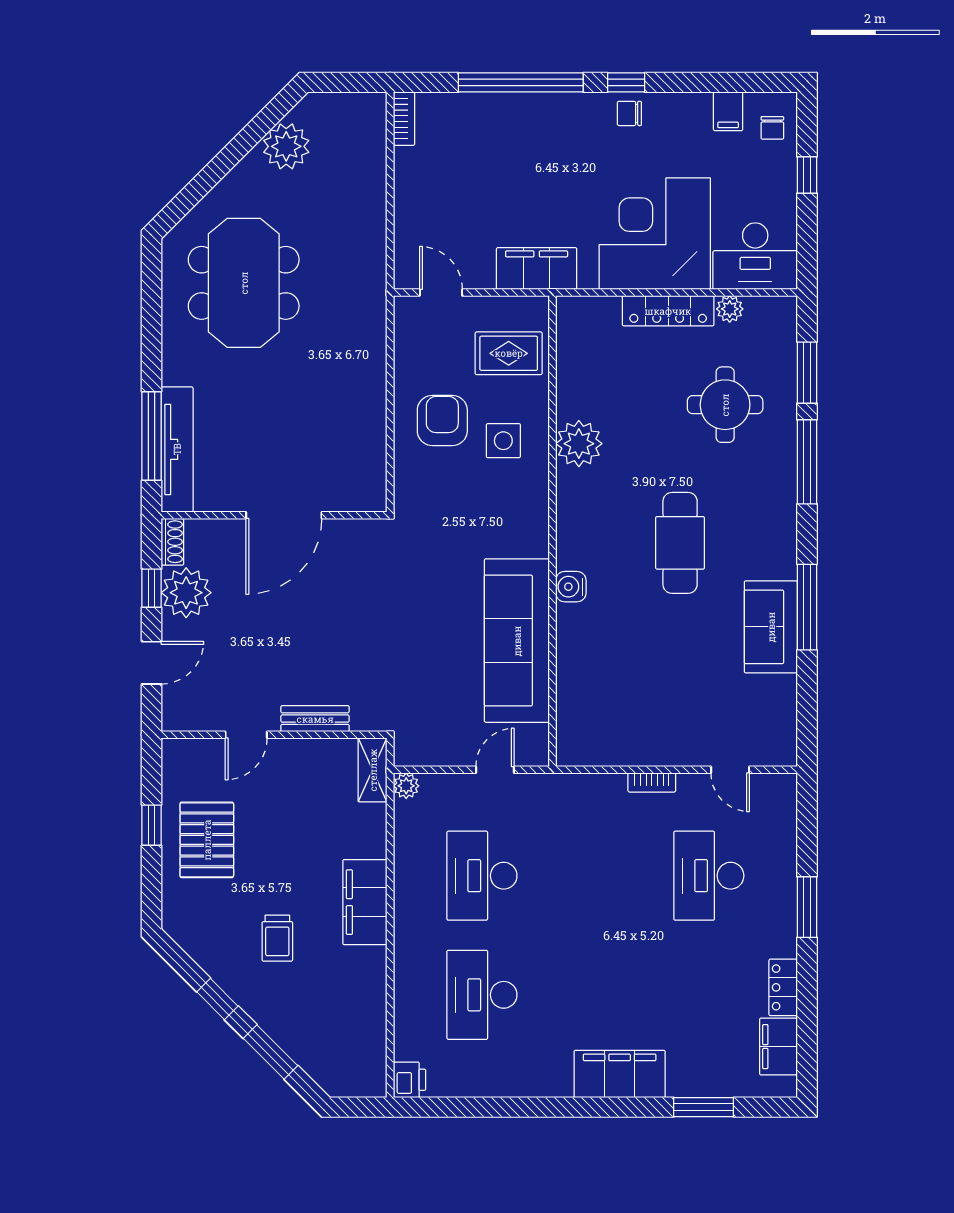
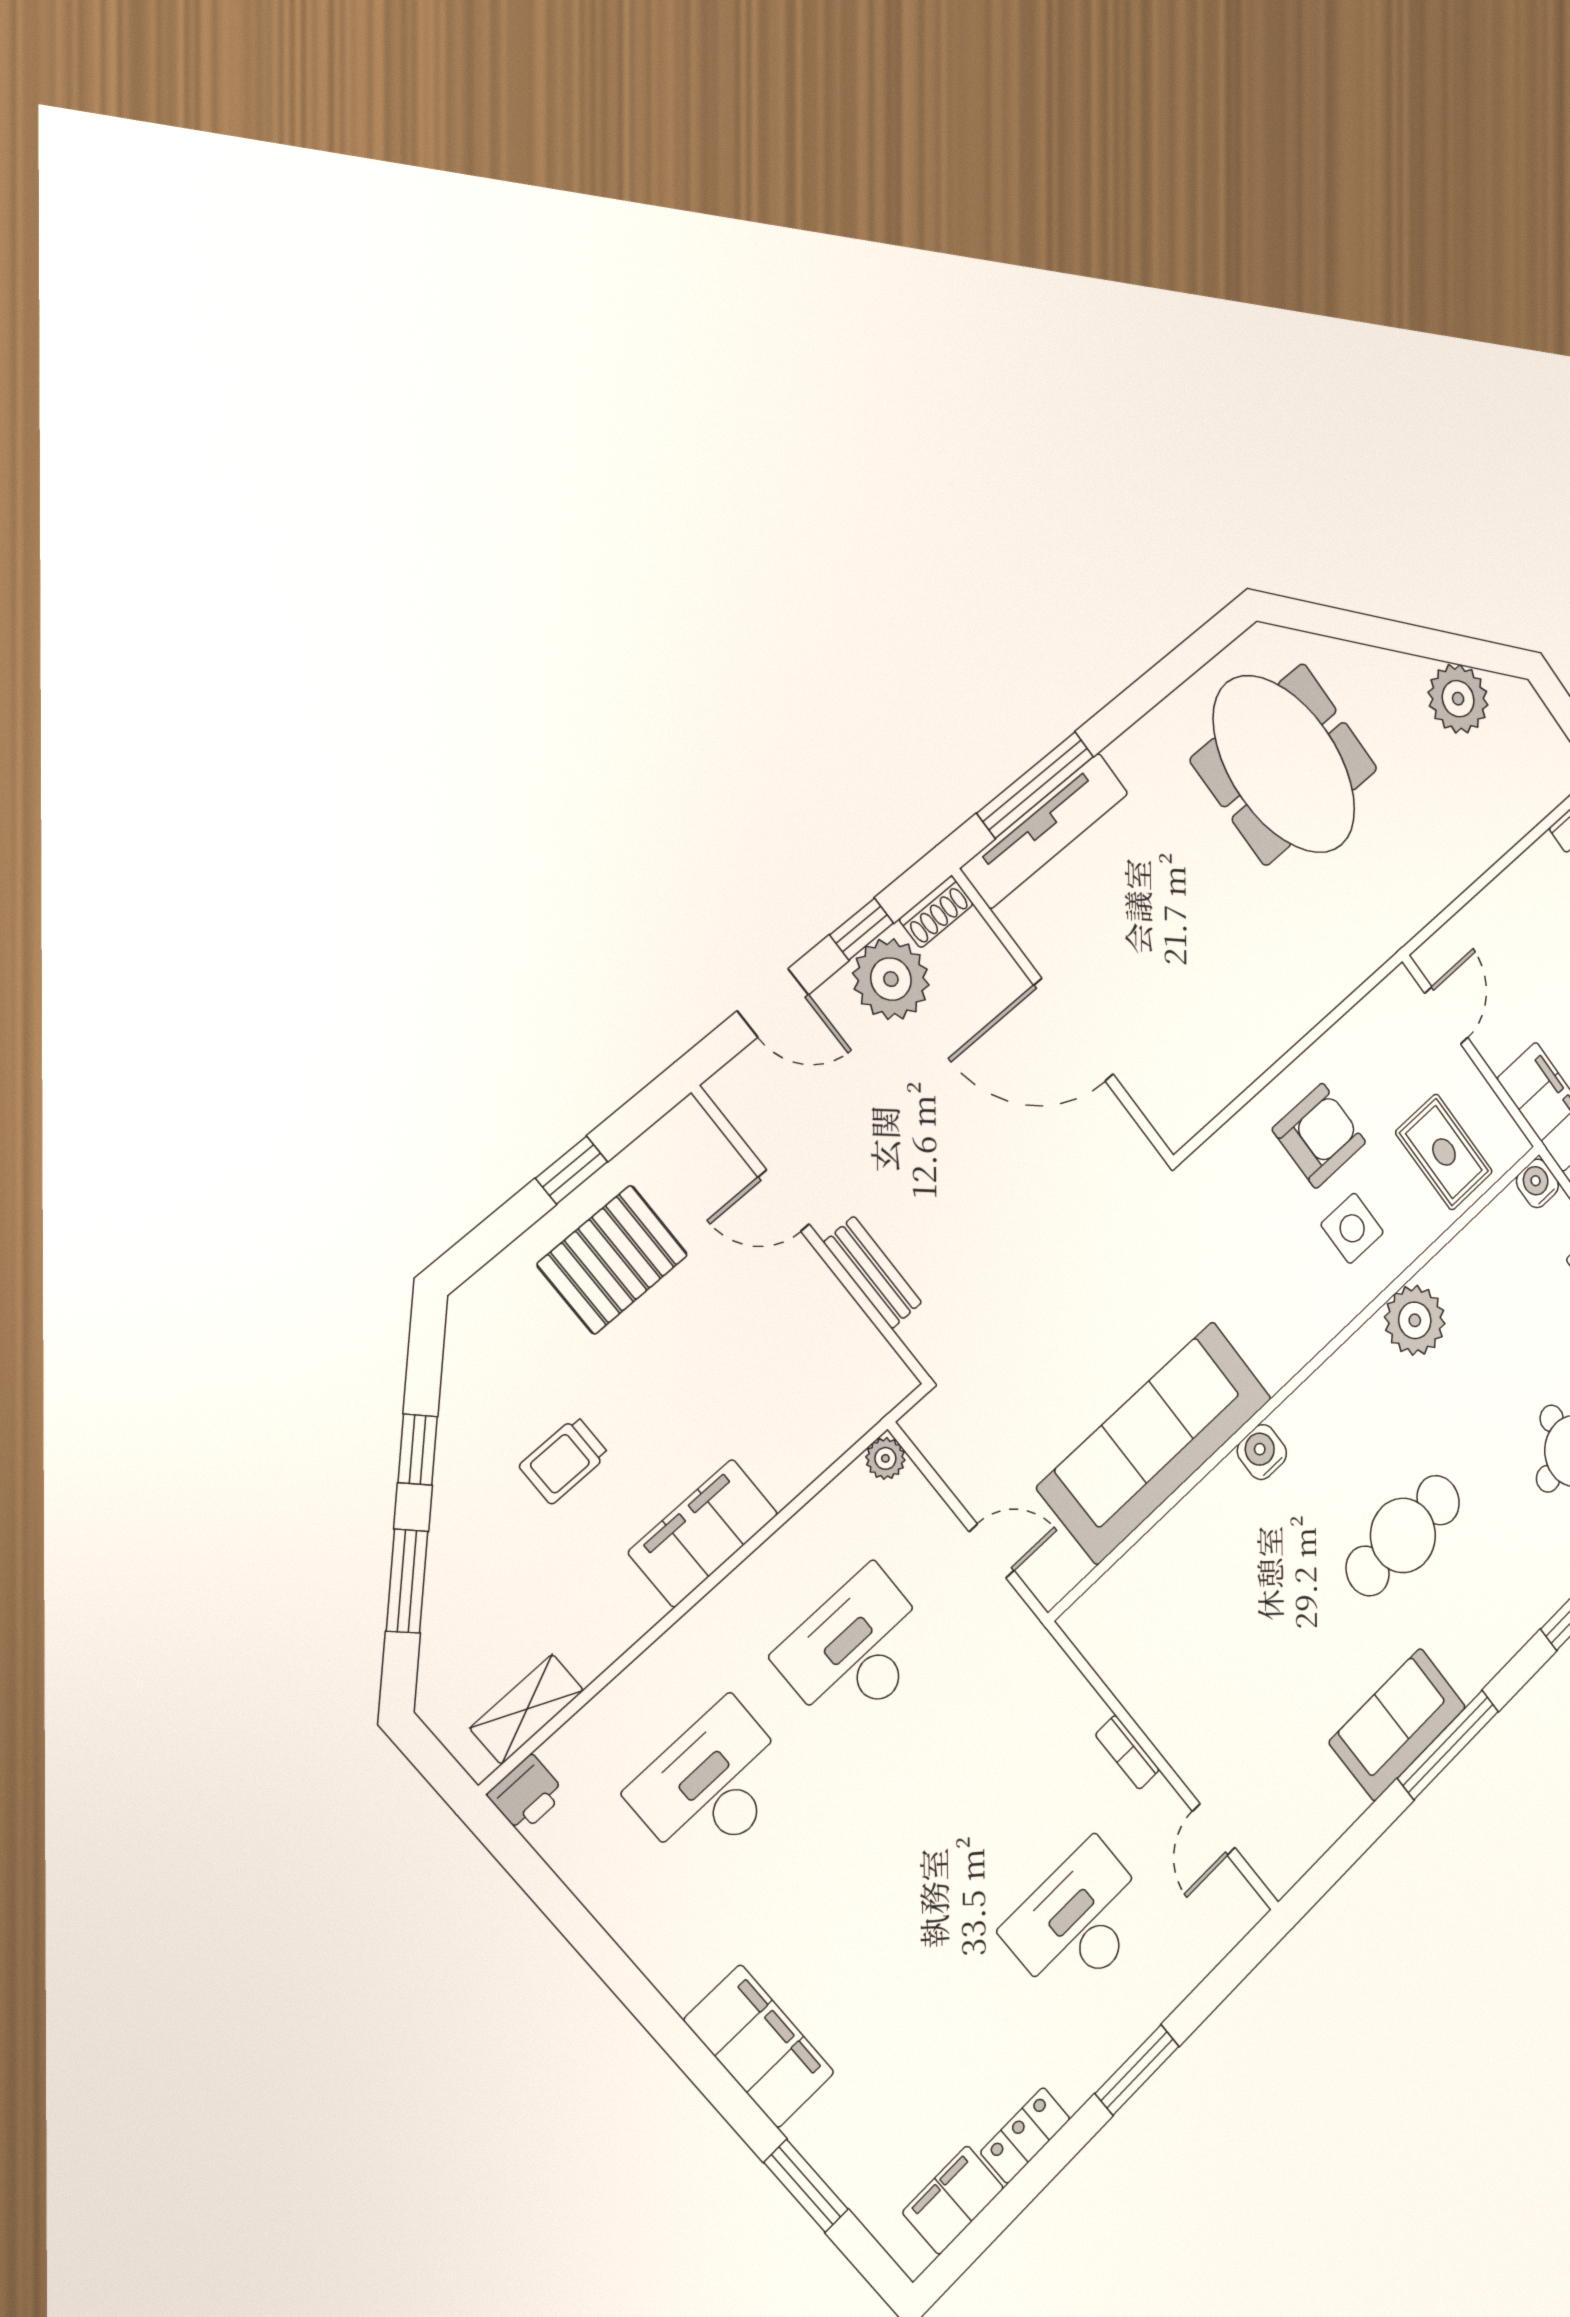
meeting table: (244, 283) -> (1284, 764), turned 90
water cooler: (570, 310) -> (1537, 1183), added
shelving: (373, 770) -> (527, 1709), moved

